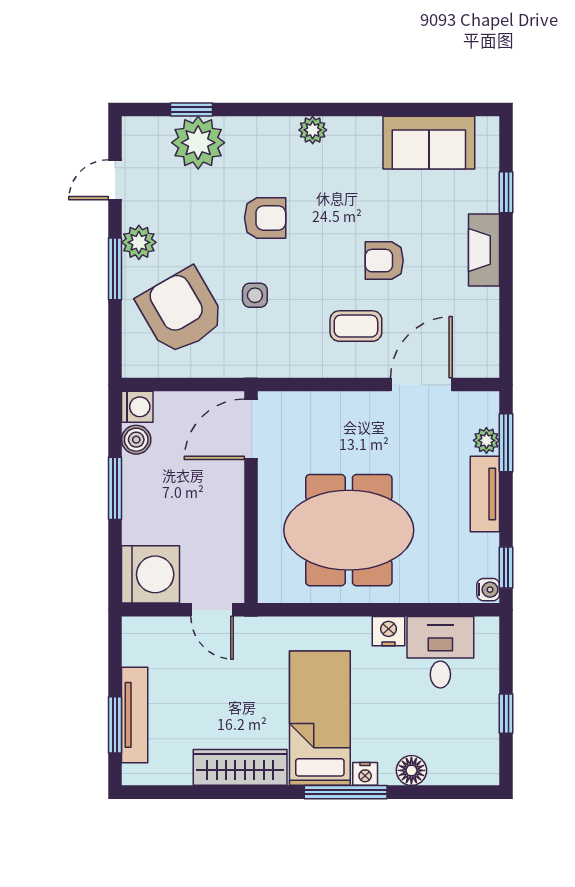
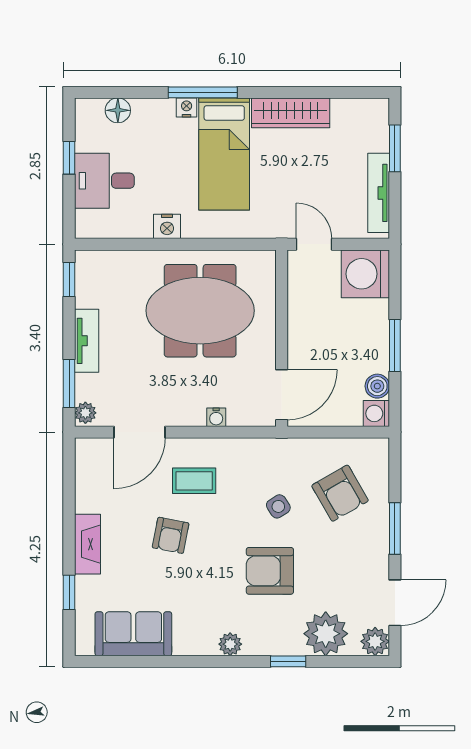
window: (192, 109) -> (288, 661), moved
door: (115, 180) -> (395, 603), width x1.38
armchair: (265, 218) -> (270, 571), width x1.38, depth x1.38
plant: (139, 242) -> (375, 641), moved
armchair: (384, 261) -> (171, 535), turned 101
side table: (255, 295) -> (278, 506), turned -33
armchair: (181, 311) -> (340, 493), width x0.73, depth x0.73
plant: (486, 440) -> (85, 413), moved
water cooler: (488, 590) -> (216, 417), moved, turned -90
desk: (440, 652) -> (104, 181), moved, turned 90
tv unit: (135, 715) -> (379, 193), moved
floor lamp: (411, 770) -> (118, 110), moved

